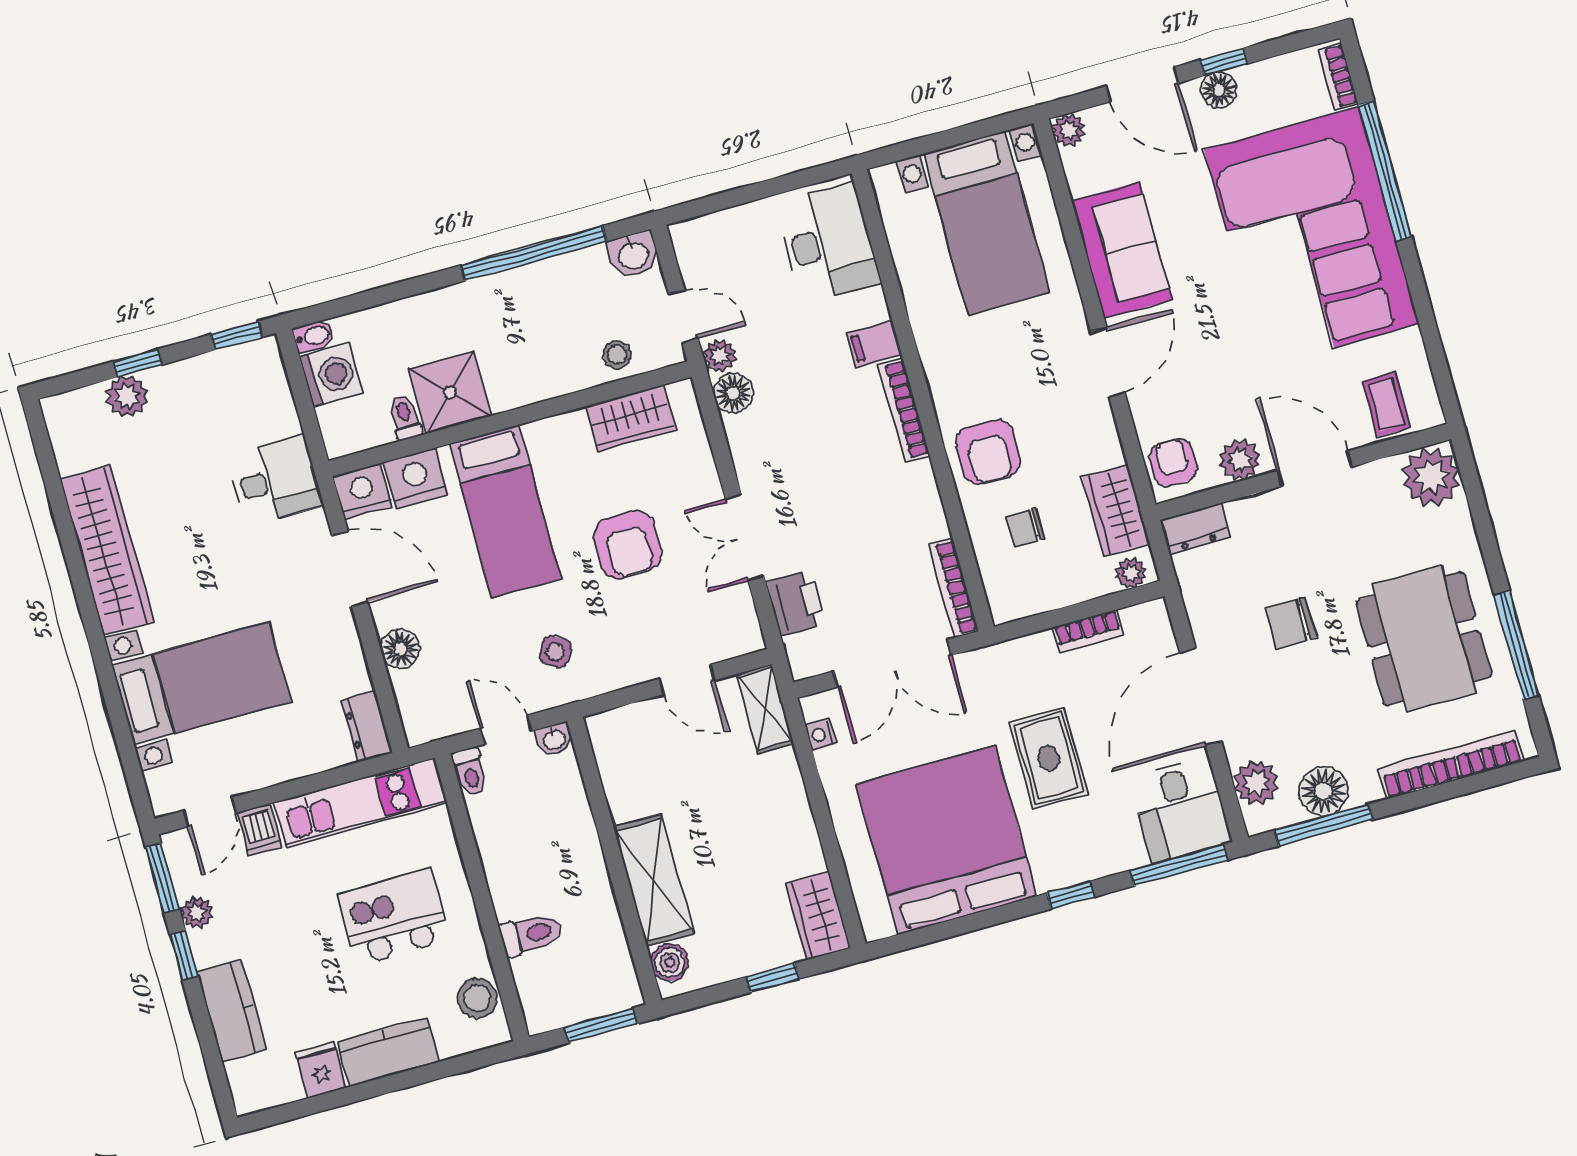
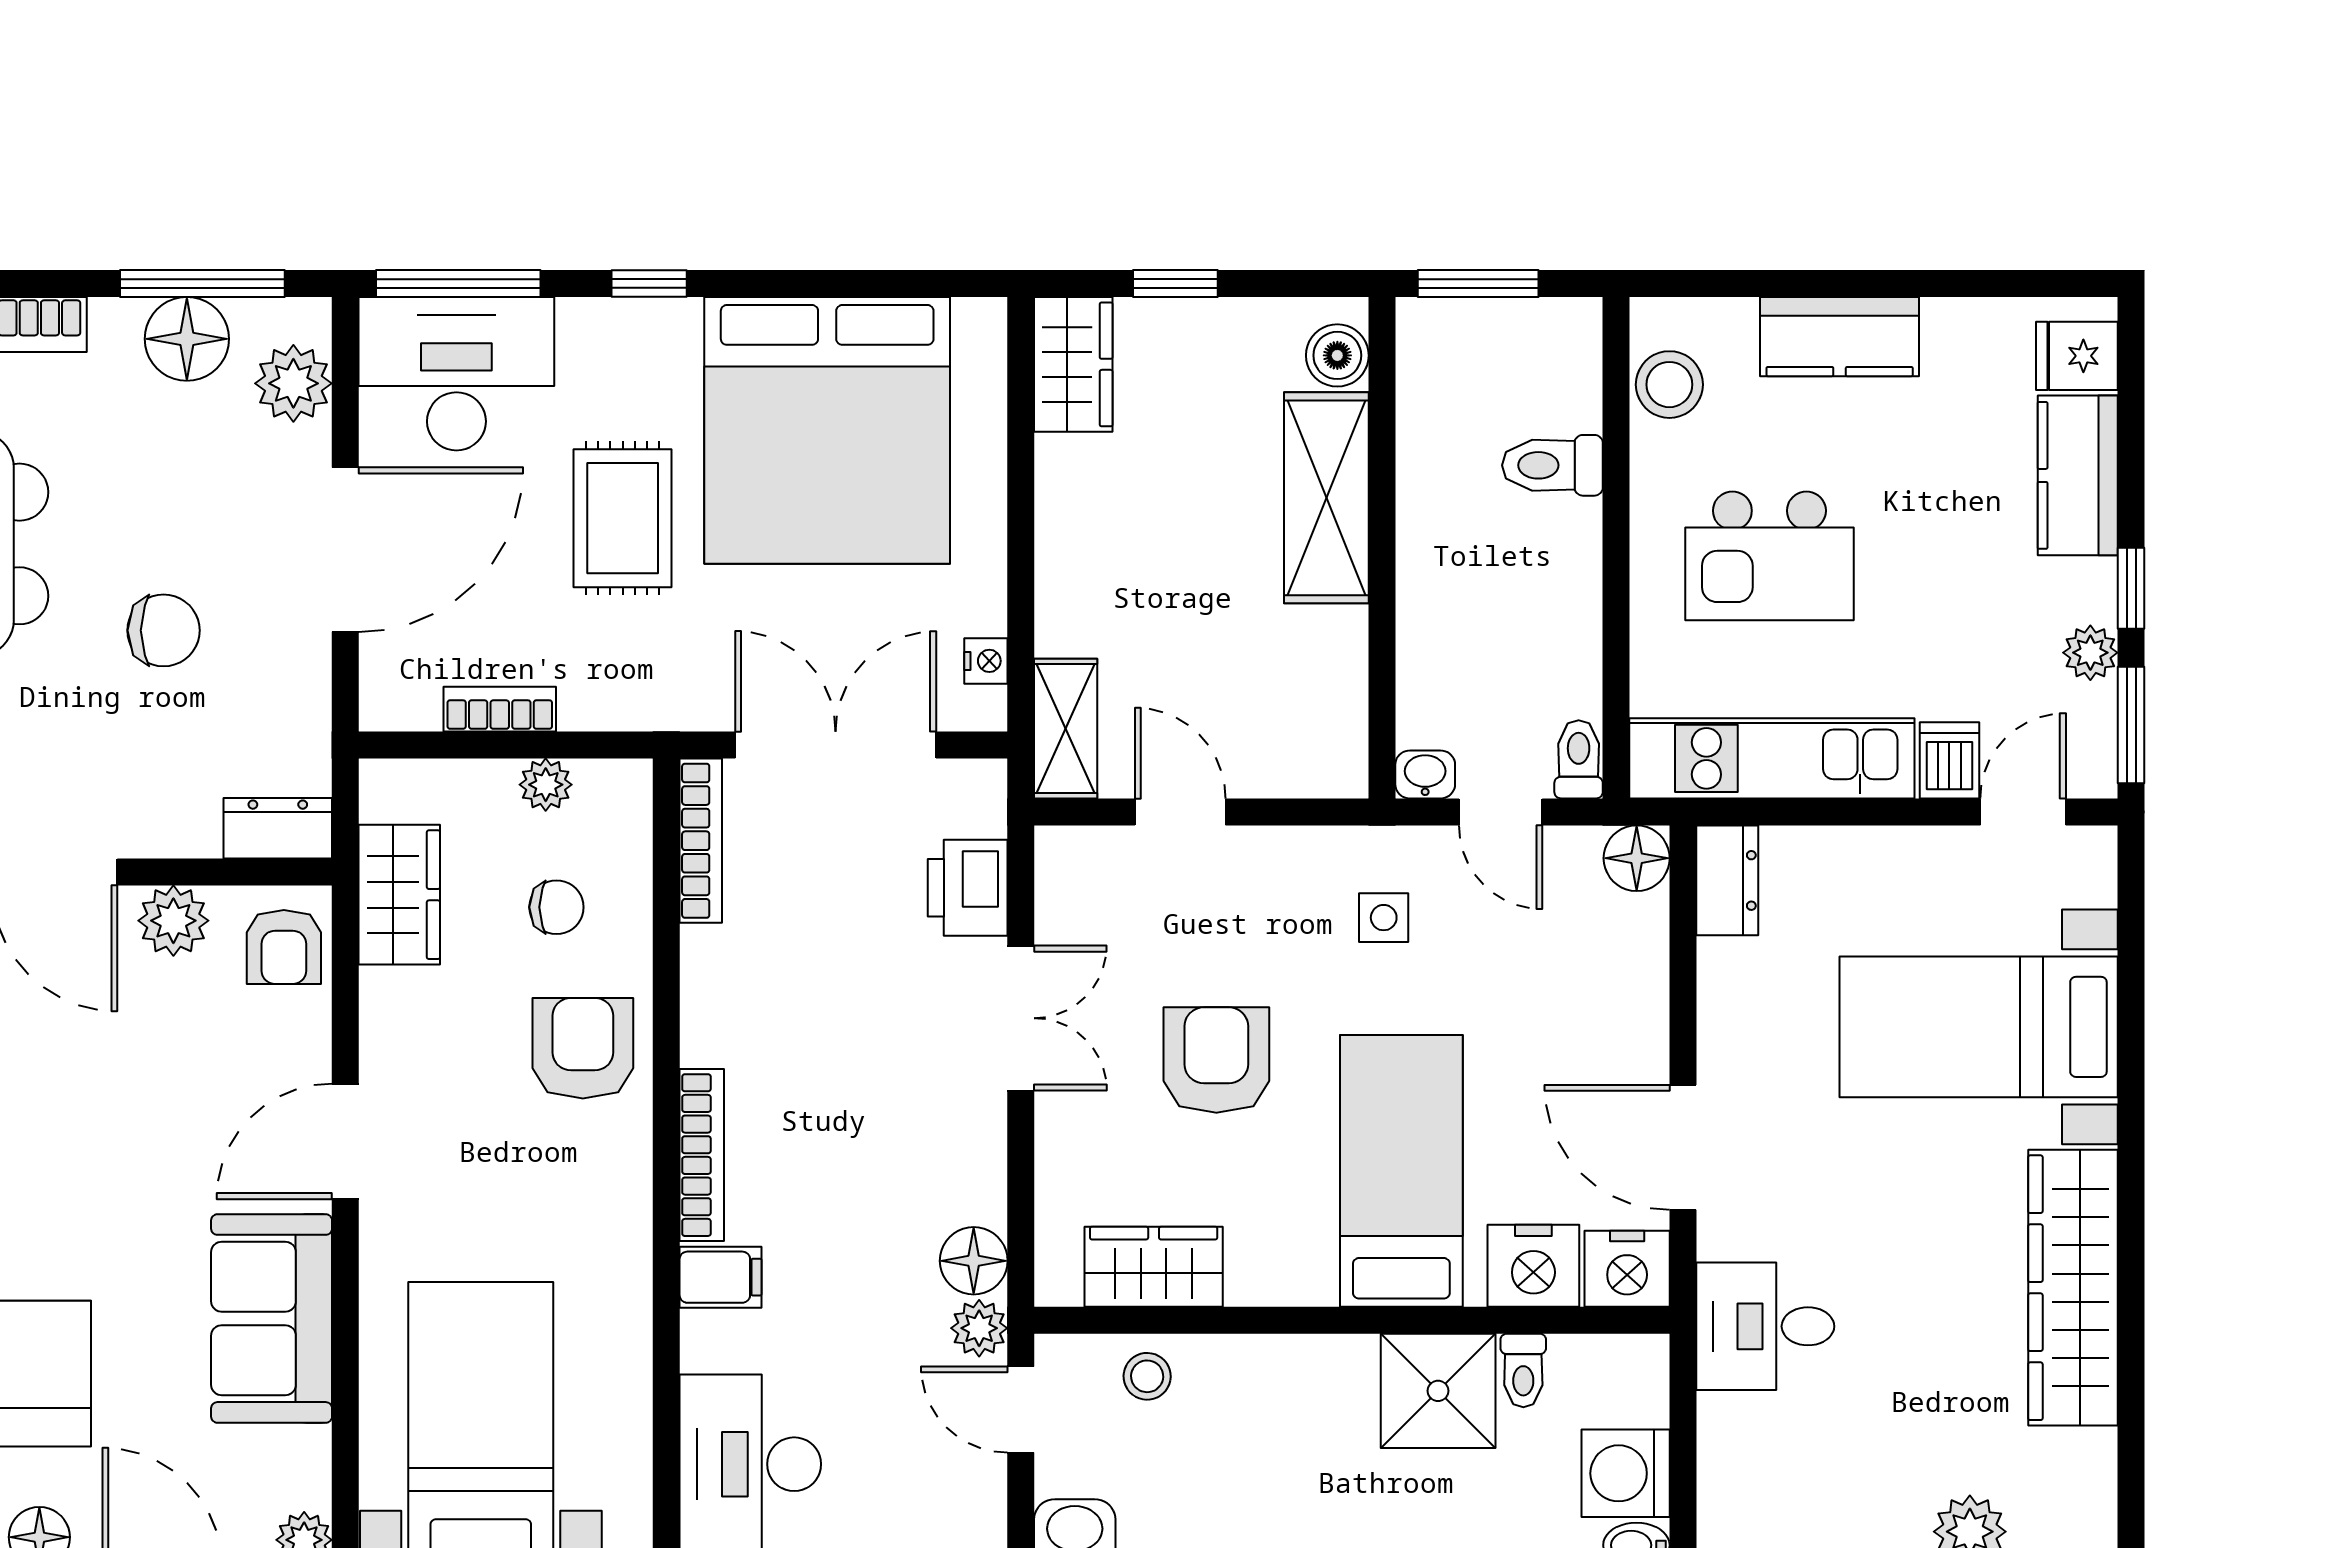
plant: (1131, 573) -> (546, 785), moved
floor lamp: (400, 649) -> (1637, 858), moved
side table: (555, 652) -> (1384, 918), turned -33
desk: (1180, 810) -> (456, 374), width x1.37
fridge: (321, 1070) -> (2077, 356), moved, turned 90

